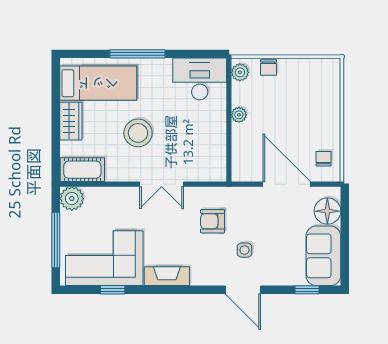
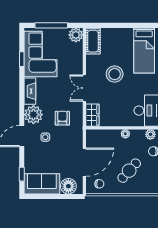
cafe table: (301, 108) -> (129, 171), added
wardrobe: (71, 121) -> (92, 115), moved, turned -90
plant: (207, 270) -> (33, 115), added

